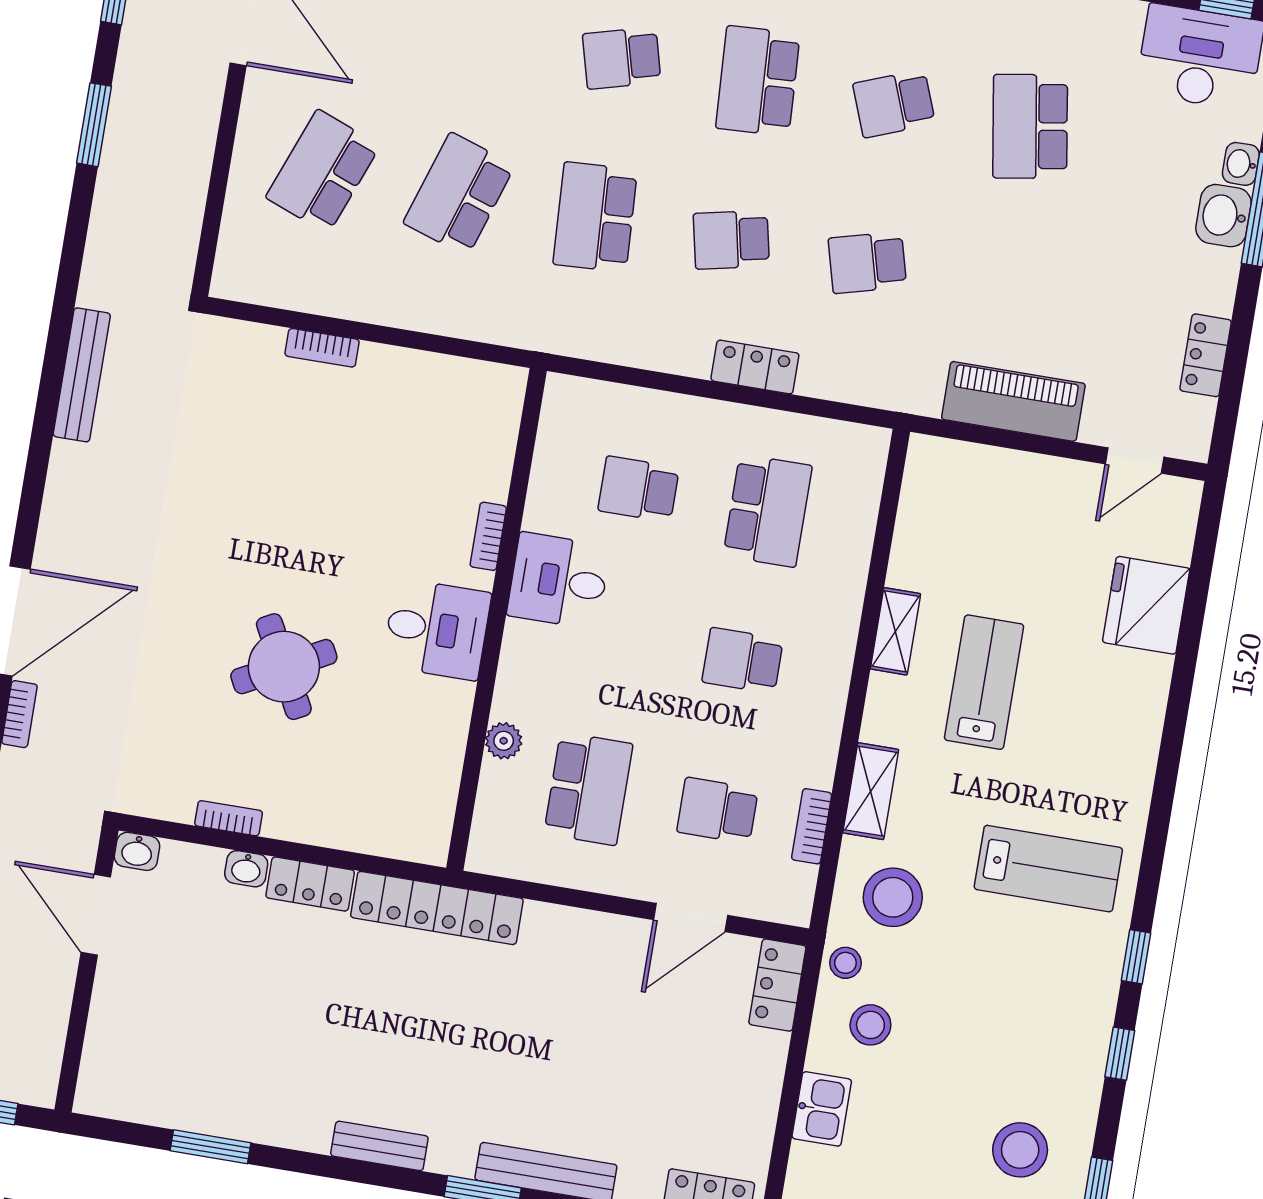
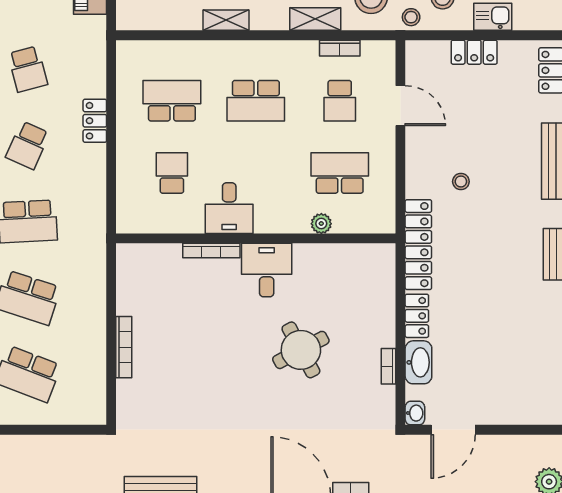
school desk: (731, 240) -> (28, 145), turned 36
bookcase: (322, 348) -> (124, 347), width x1.56
school desk: (639, 489) -> (172, 173), turned 180
bookcase: (488, 536) -> (211, 251), width x1.56
school desk: (743, 661) -> (256, 101), width x1.85
washbasin: (246, 869) -> (418, 362), width x1.91, depth x1.45
locker: (777, 985) -> (474, 52), moved
stool: (537, 1003) -> (461, 182), added

